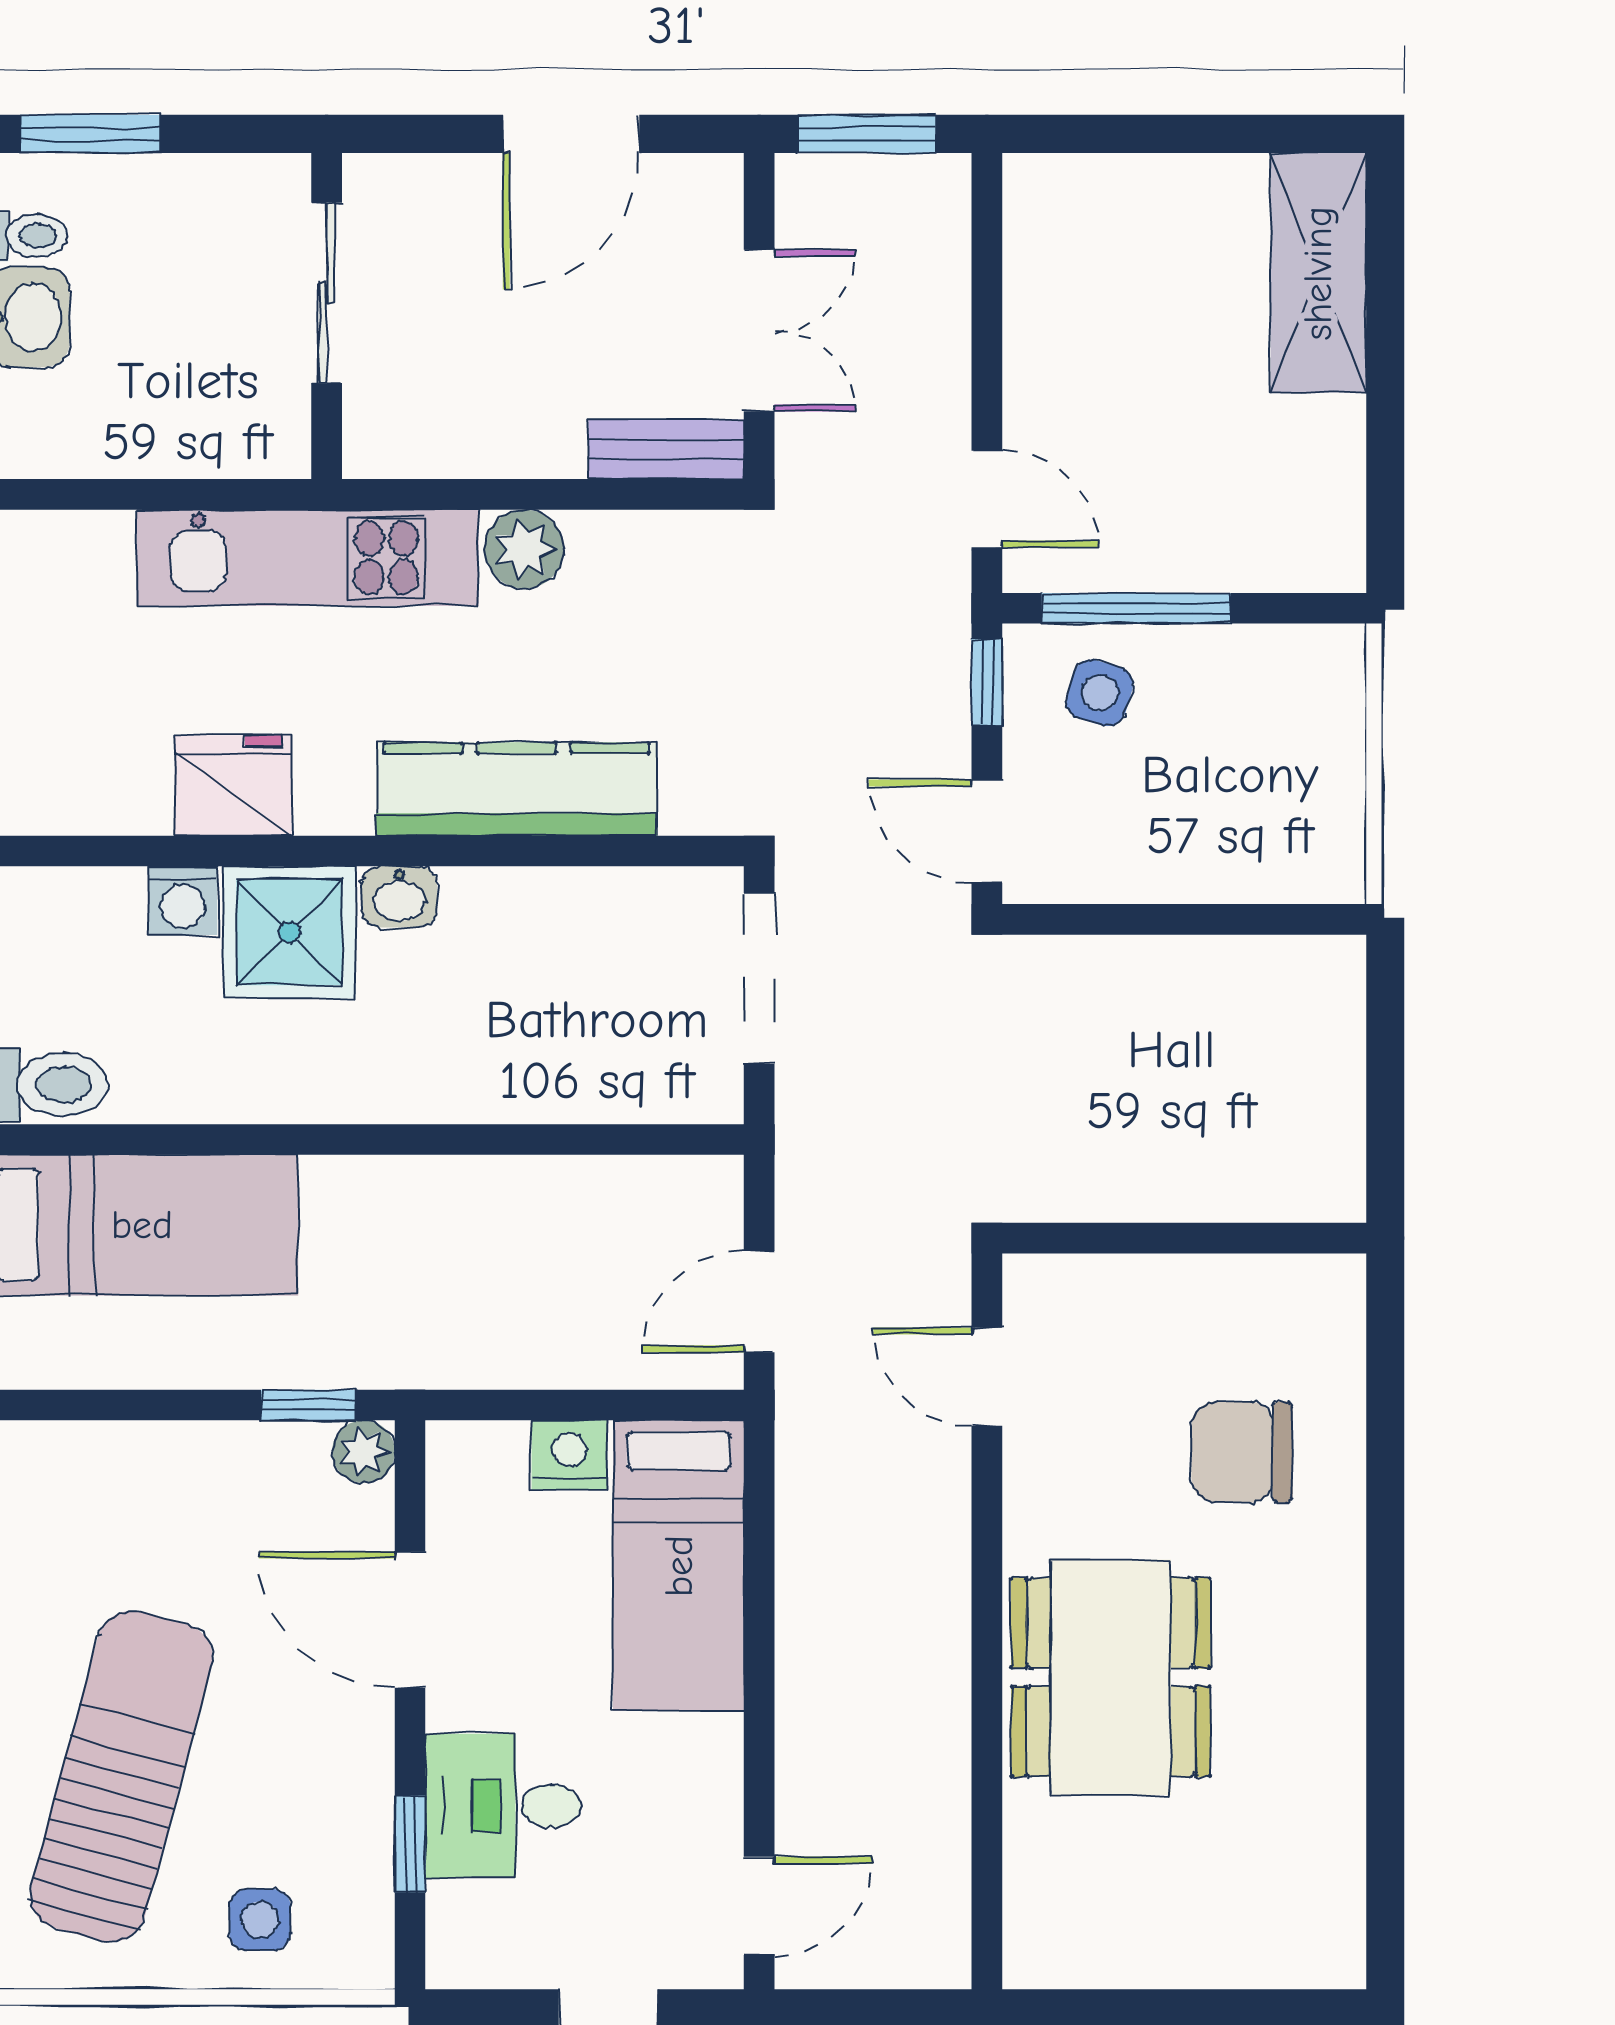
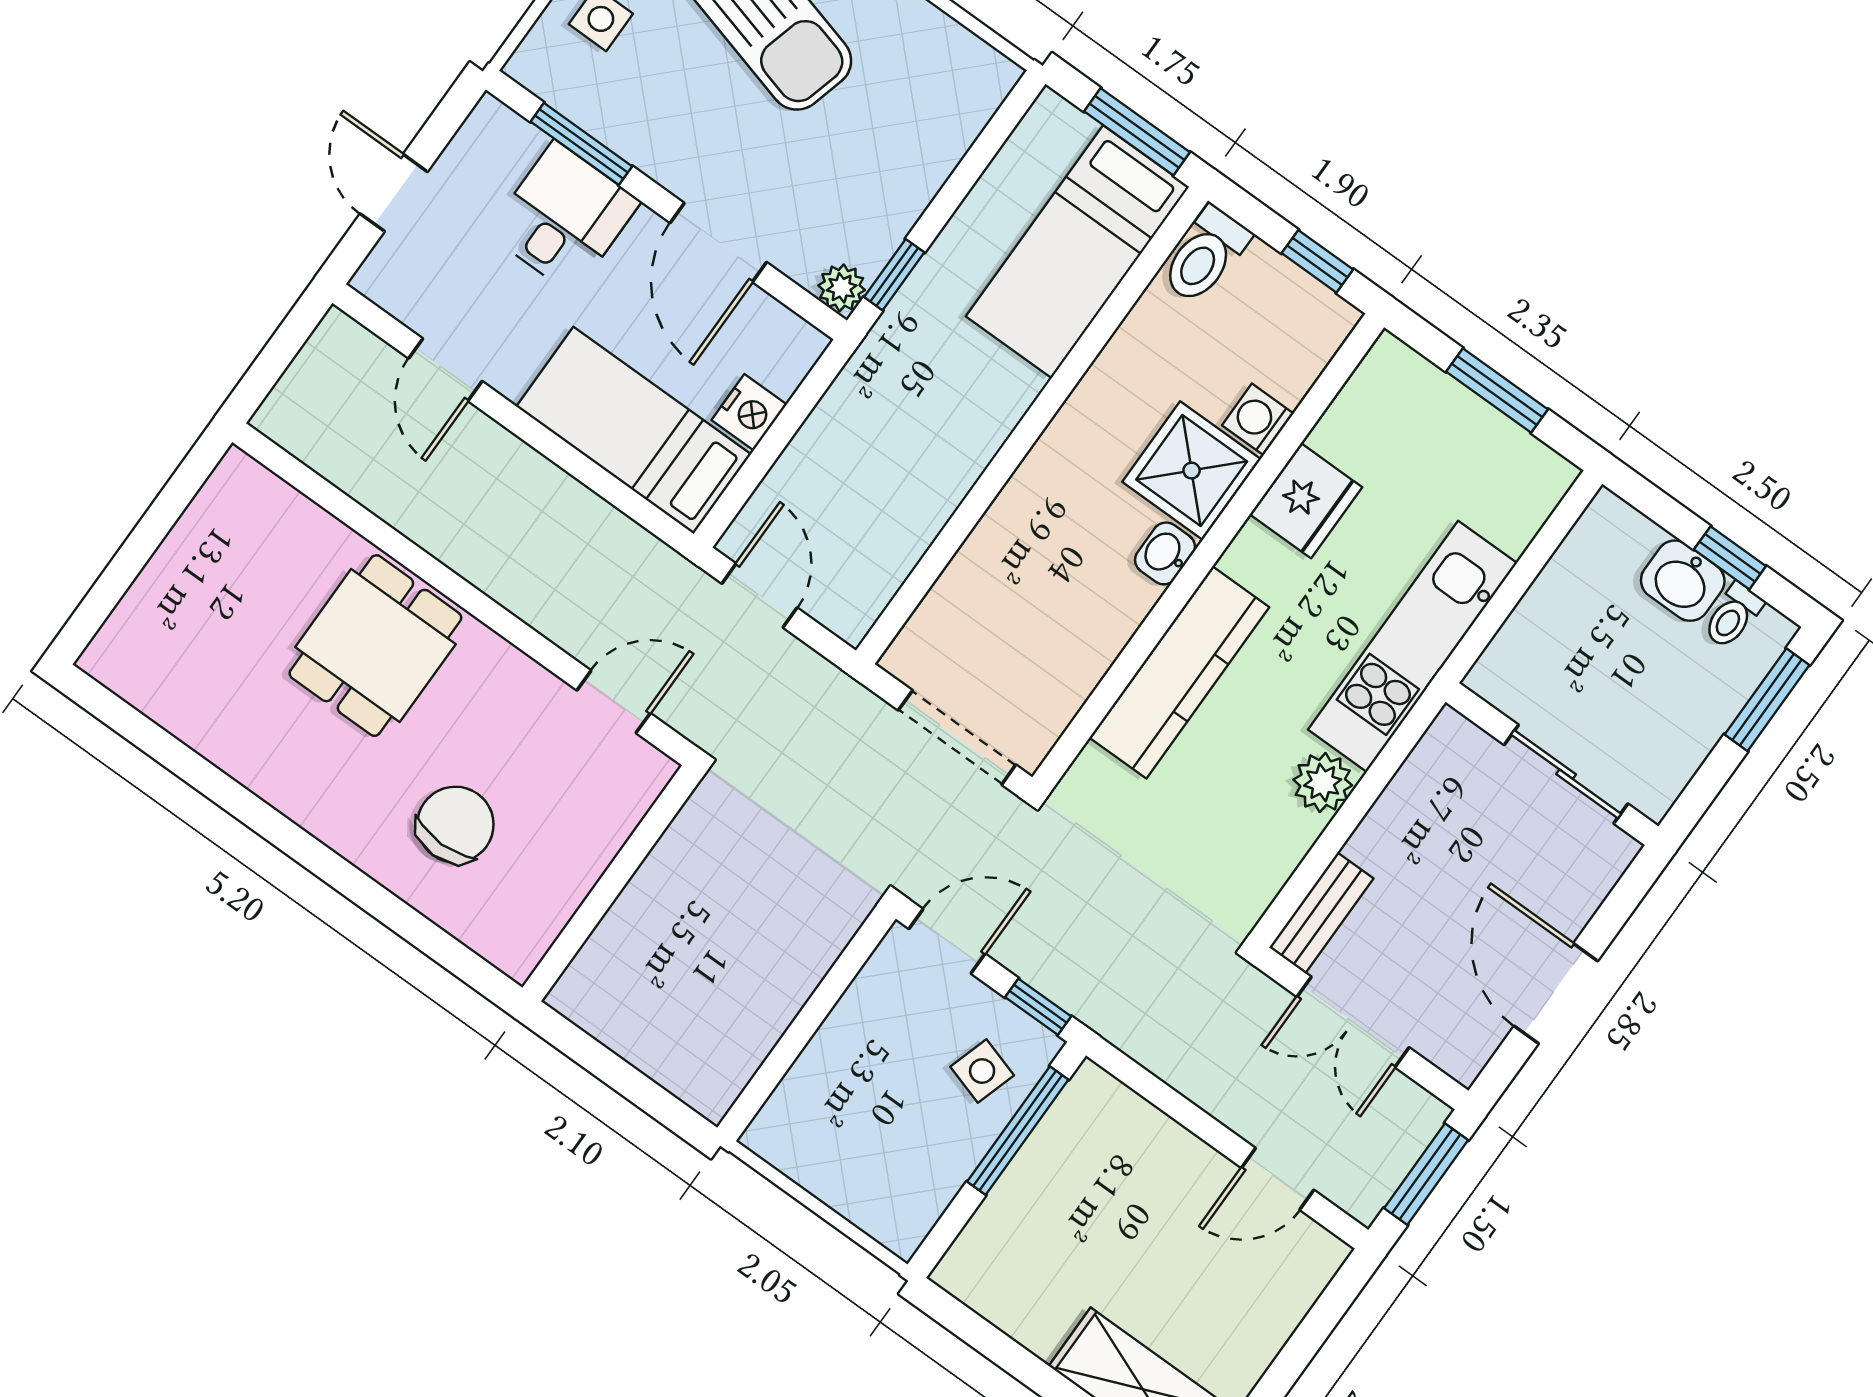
door: (987, 499) -> (1278, 1179), moved
door: (410, 1620) -> (718, 242), swing flipped
dining table: (1111, 1677) -> (375, 646), width x0.73
window: (410, 1844) -> (581, 144), width x1.50
door: (759, 1906) -> (445, 370), moved

